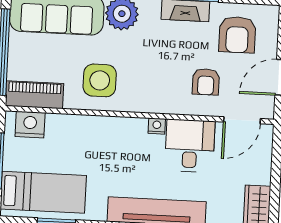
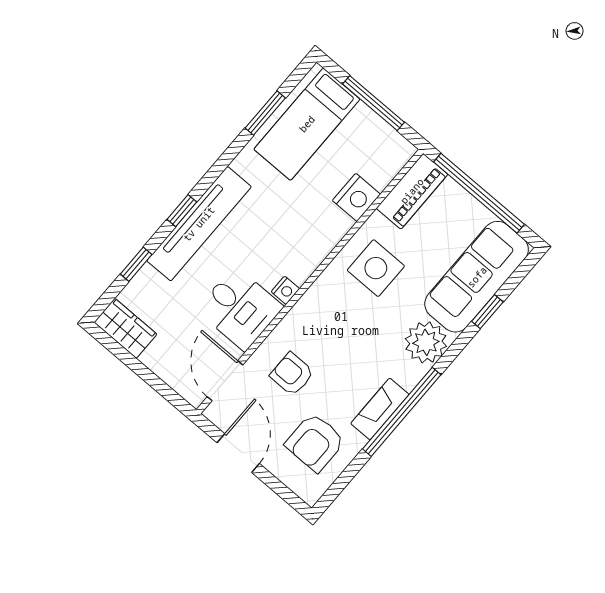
armchair: (237, 35) -> (315, 442), turned -90
nightstand: (30, 125) -> (356, 197), moved

